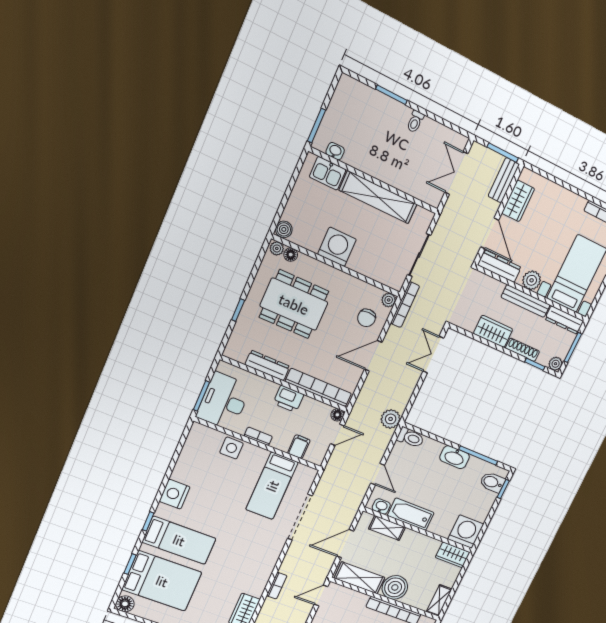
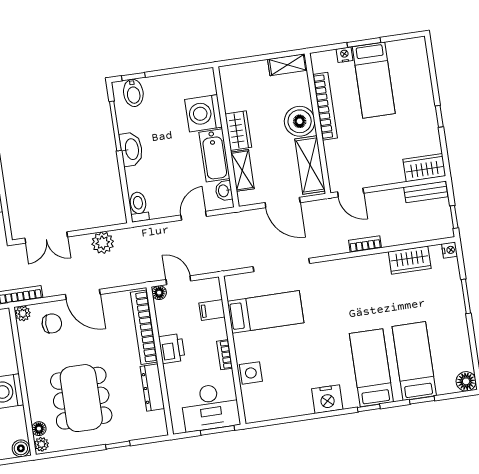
plant: (391, 419) -> (103, 243), moved
washing machine: (466, 532) -> (203, 113), moved
wardrobe: (453, 555) -> (238, 131), moved
bed: (162, 581) -> (414, 361), width x0.67

